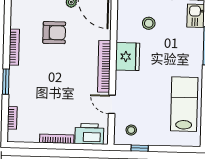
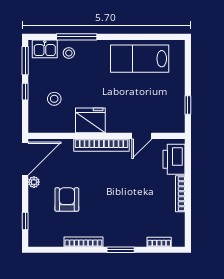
stool: (131, 130) -> (69, 53), moved

